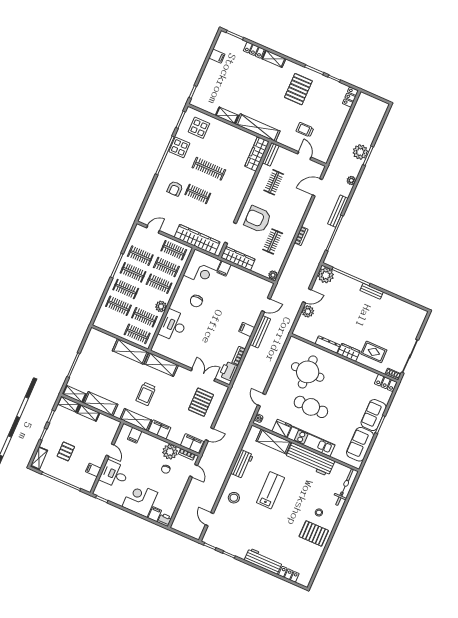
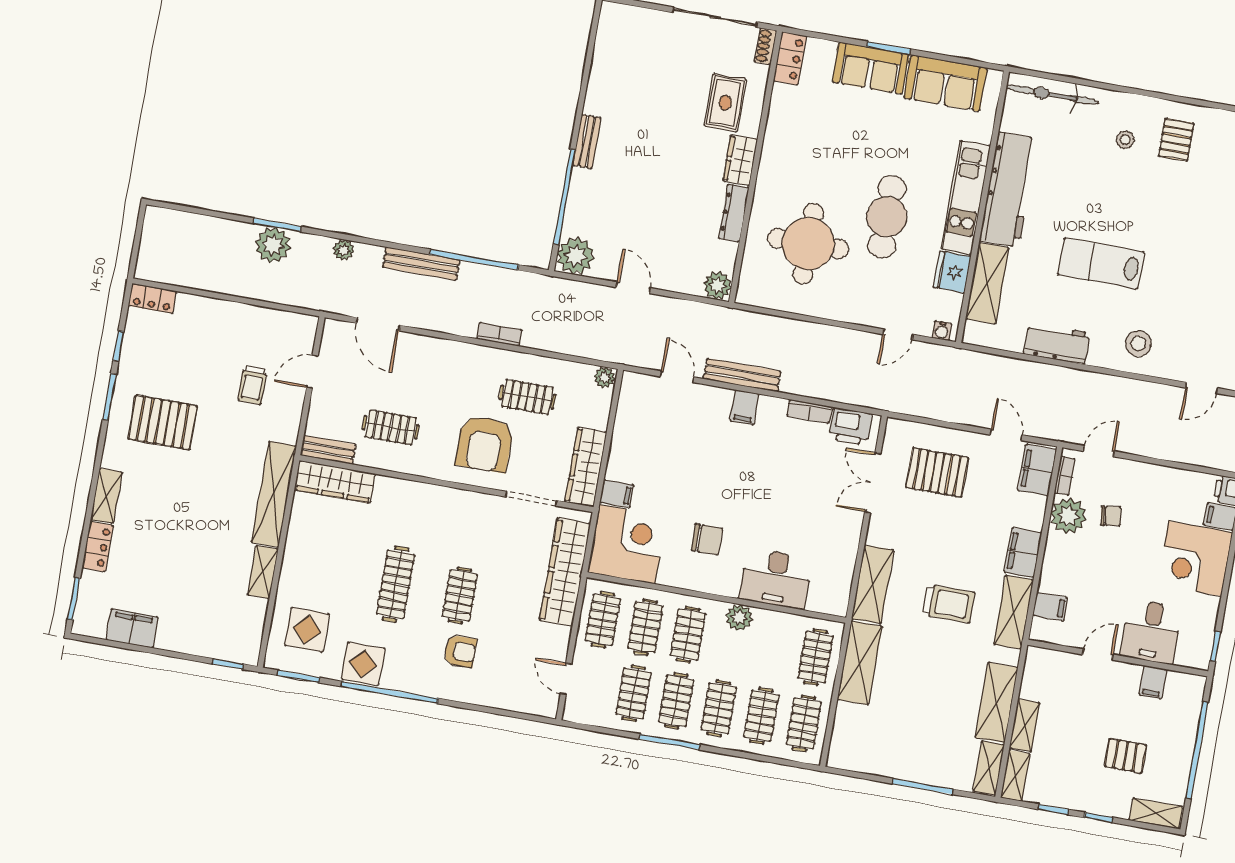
filing cabinet: (217, 56) -> (132, 628), width x2.00
plant: (308, 311) -> (718, 286), moved
clothes rail: (144, 317) -> (804, 723), moved
pallet: (314, 533) -> (1176, 140), width x0.67, depth x0.71

